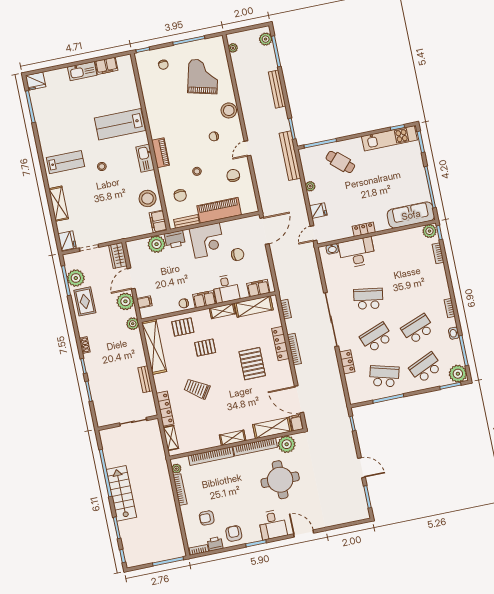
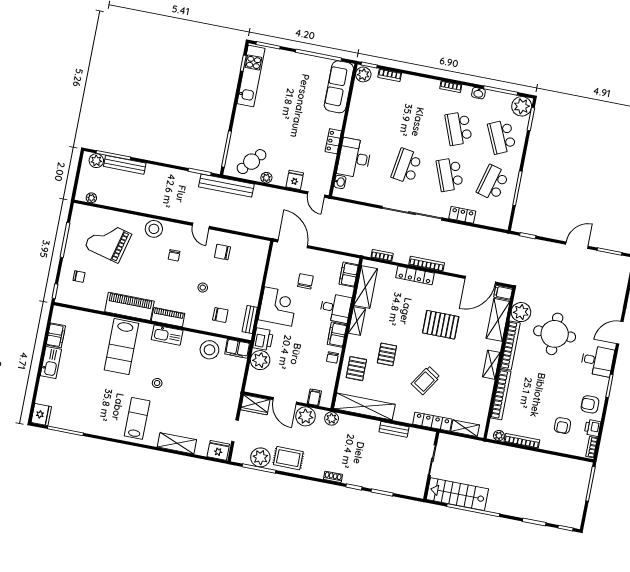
bench: (277, 89) -> (125, 165), moved
cafe table: (340, 162) -> (252, 162), moved
piano: (219, 210) -> (129, 306), moved, turned 90
pallet: (252, 364) -> (441, 325), moved
stairs: (121, 493) -> (457, 494), moved

